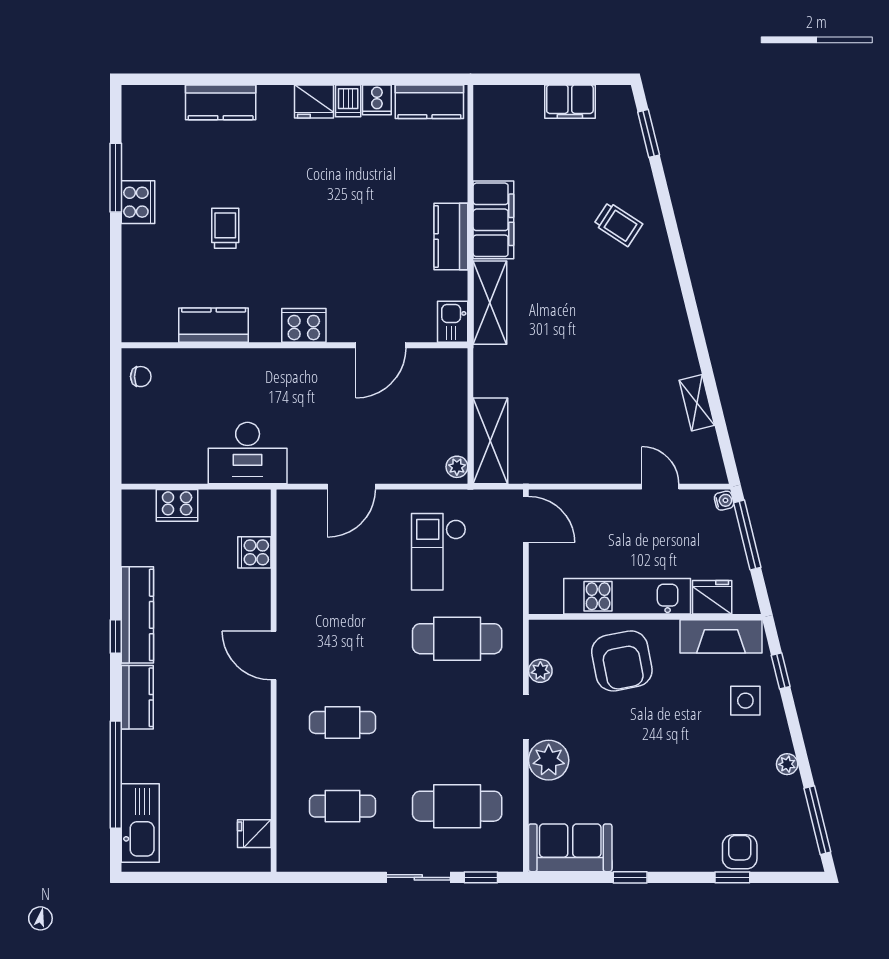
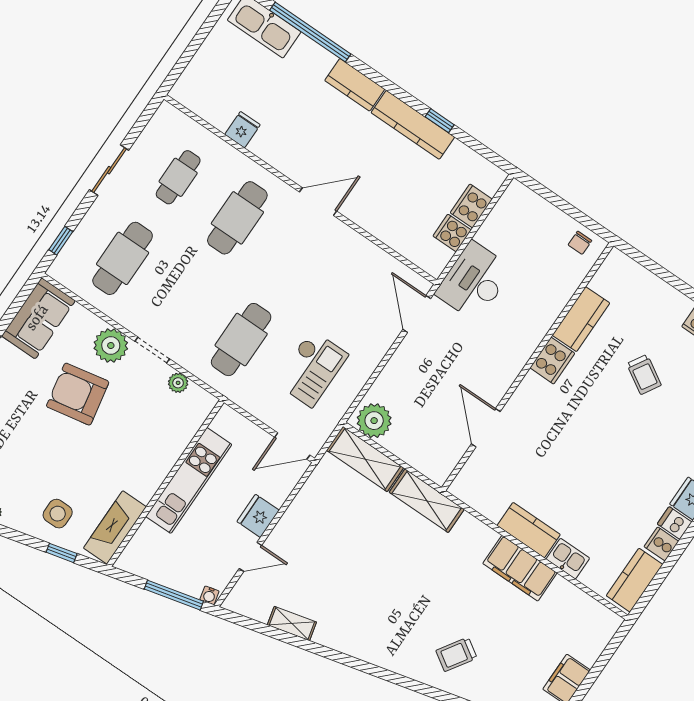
trolley: (225, 228) -> (644, 374), turned 31
shelving: (490, 303) -> (427, 501), moved
kitchen sink: (453, 322) -> (568, 559), moved
cooker: (304, 325) -> (552, 361), moved
plant: (457, 467) -> (374, 421), width x1.87, depth x1.87
door: (351, 487) -> (417, 314), moved
cooker: (254, 552) -> (452, 233), moved, turned -90
checkout: (439, 552) -> (312, 369), turned 90
fridge: (712, 597) -> (258, 516), moved, turned 180
window: (116, 637) -> (440, 121), moved
armchair: (622, 661) -> (78, 394), moved
cafe table: (342, 722) -> (237, 218), width x1.37, depth x1.35
fridge: (254, 834) -> (242, 130), moved
sliding door: (418, 877) -> (109, 170), moved

